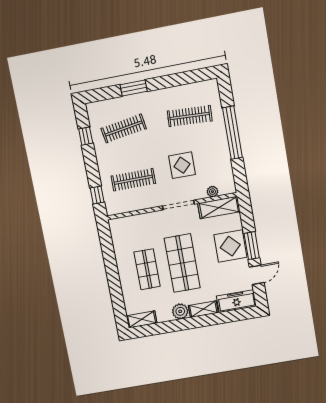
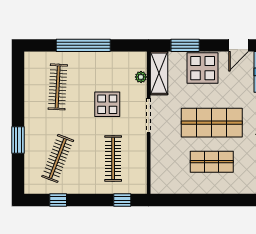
clothes rail: (124, 129) -> (58, 158), turned 30
window: (252, 246) -> (185, 45), moved
door: (257, 275) -> (239, 45), swing flipped

